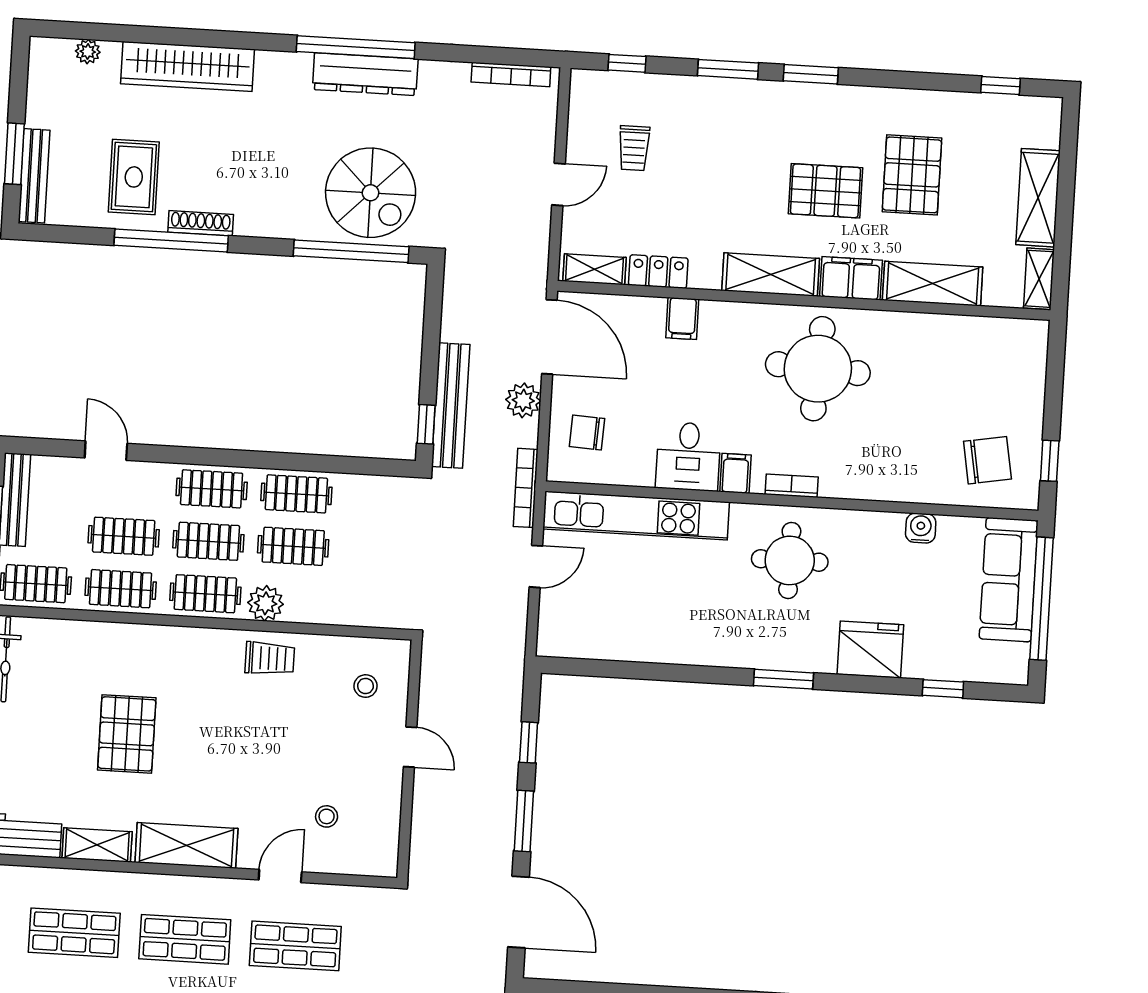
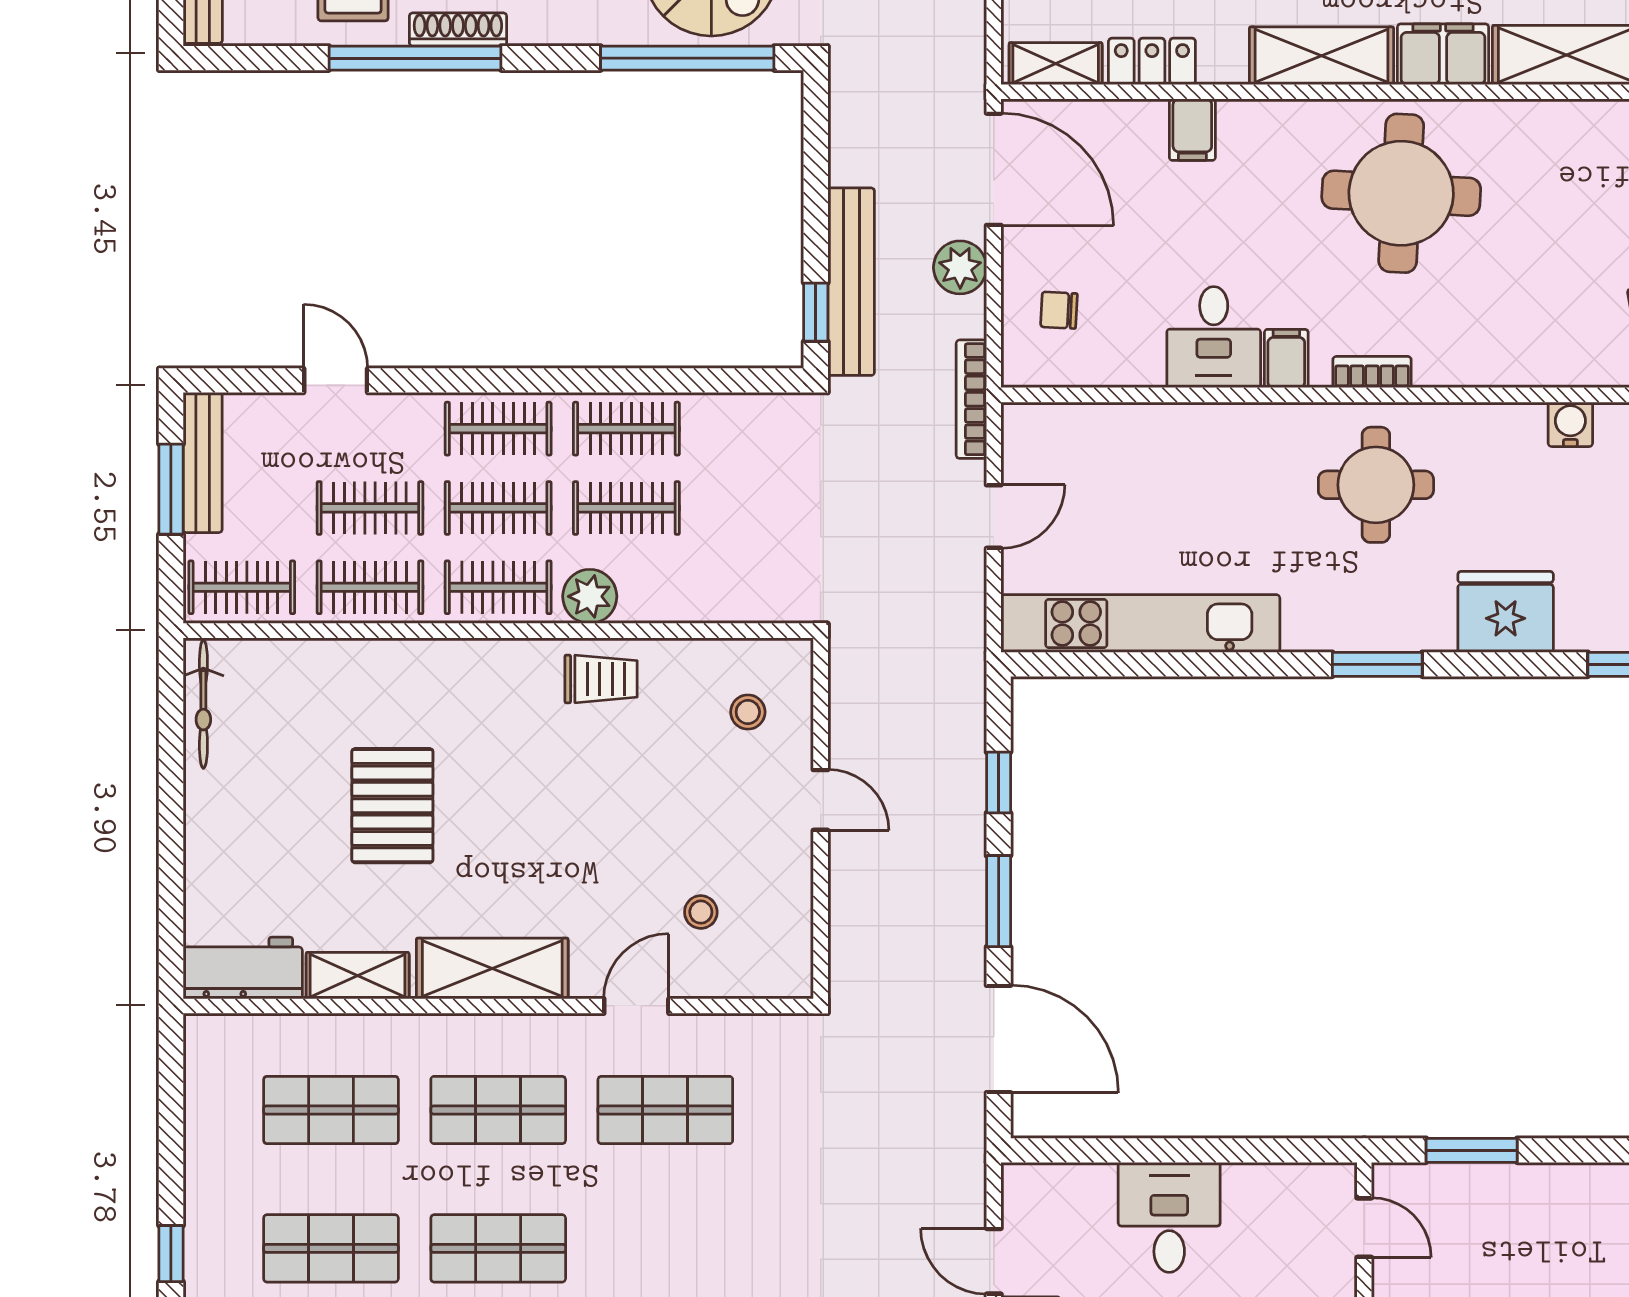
chair: (587, 433) -> (1059, 310), width x0.73, depth x0.73
kitchen unit: (636, 516) -> (1140, 624), moved, turned 180

